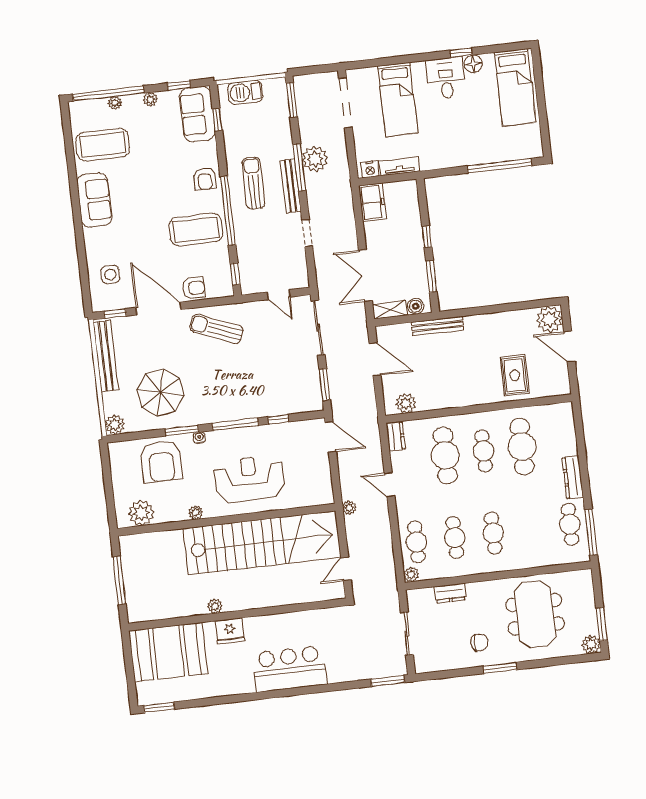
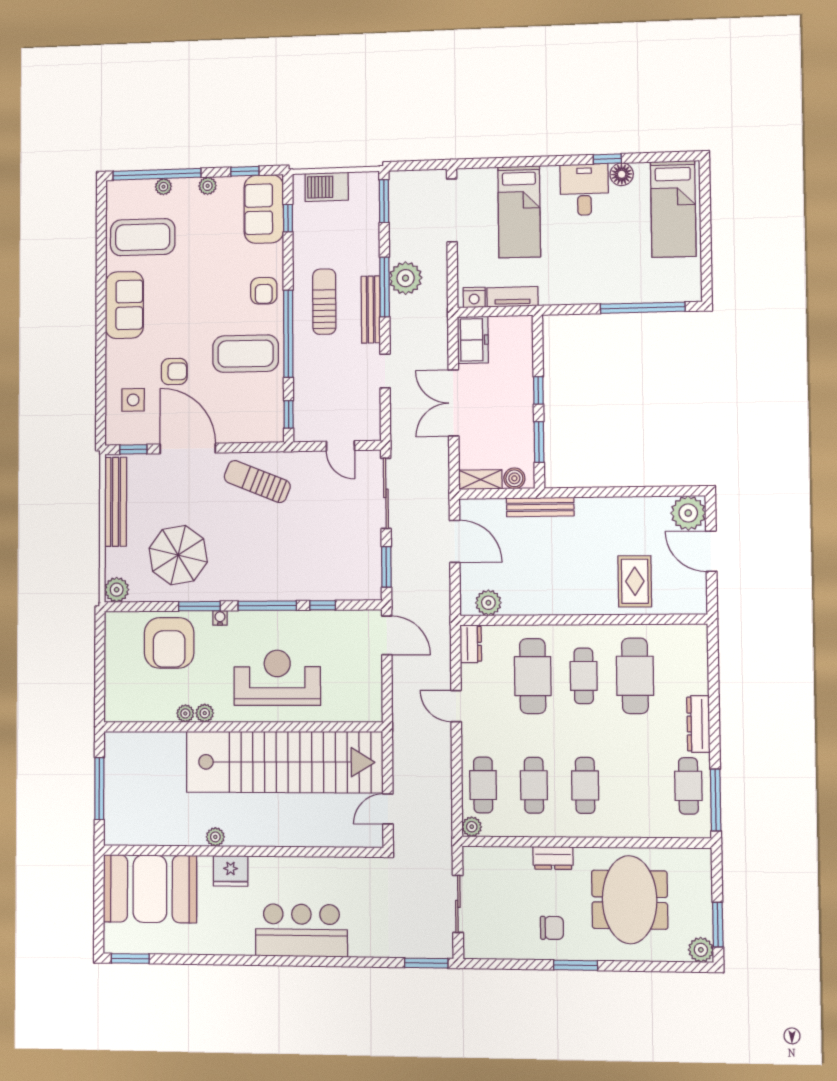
double door: (365, 276) -> (454, 403), moved
armchair: (194, 288) -> (174, 371), moved
plant: (349, 508) -> (401, 730), removed
plant: (141, 513) -> (185, 713), moved, width x0.53, depth x0.53
dresser: (450, 593) -> (553, 858), moved

